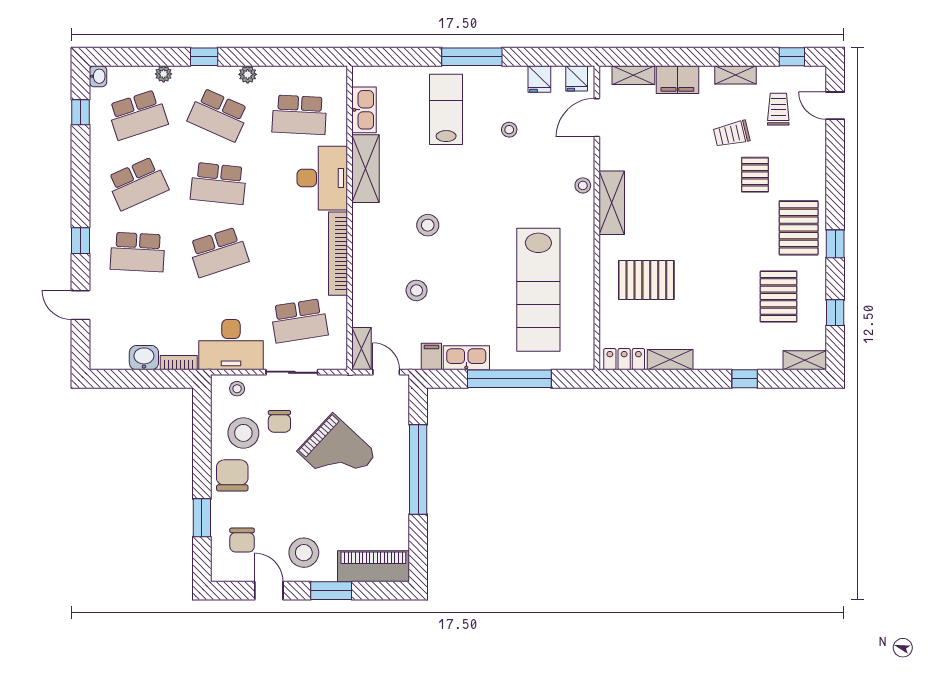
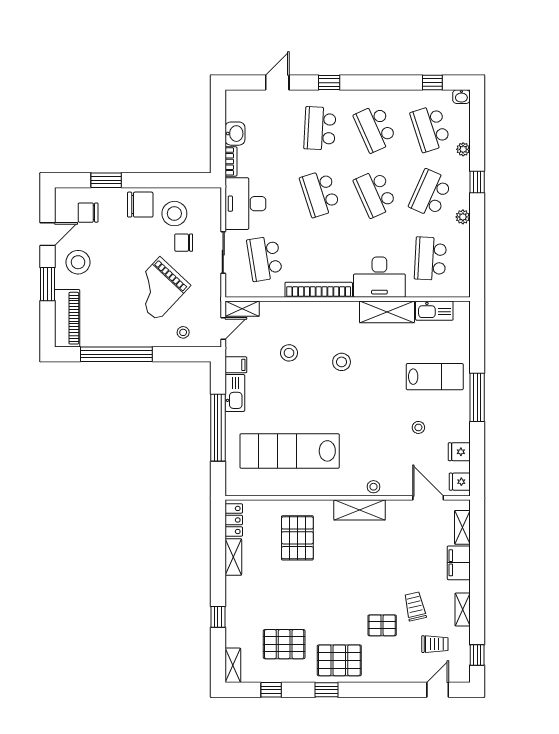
school desk: (218, 183) -> (375, 193), turned -30
stool: (237, 389) -> (183, 332), moved
window: (418, 469) -> (116, 354), moved

